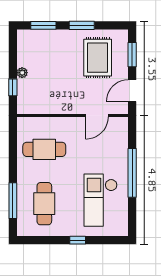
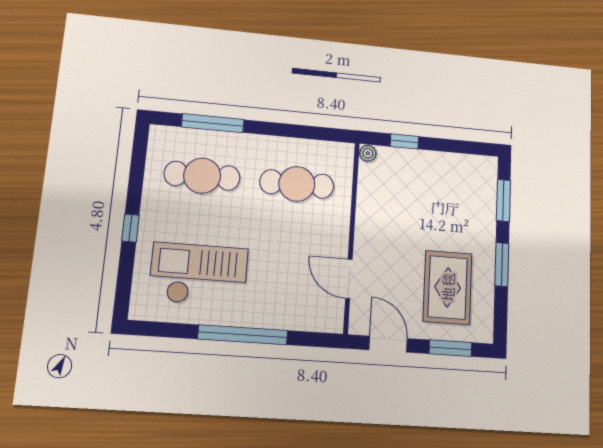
rug: (98, 58) -> (448, 287), turned 90
plant: (22, 73) -> (368, 153), moved
cafe table: (44, 149) -> (297, 184), turned 90

